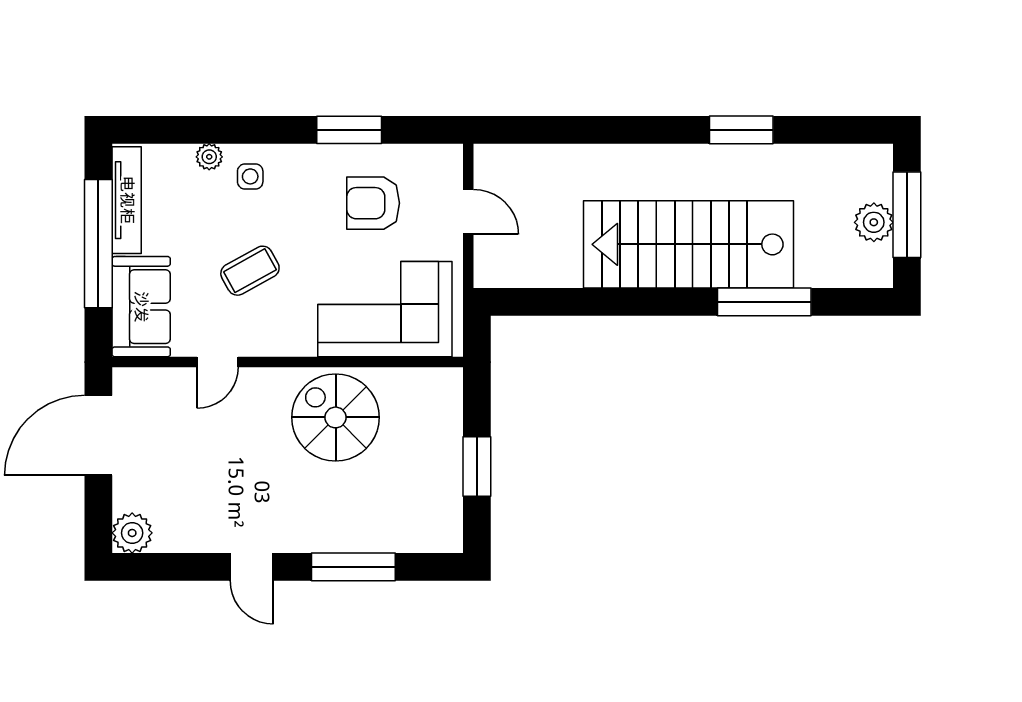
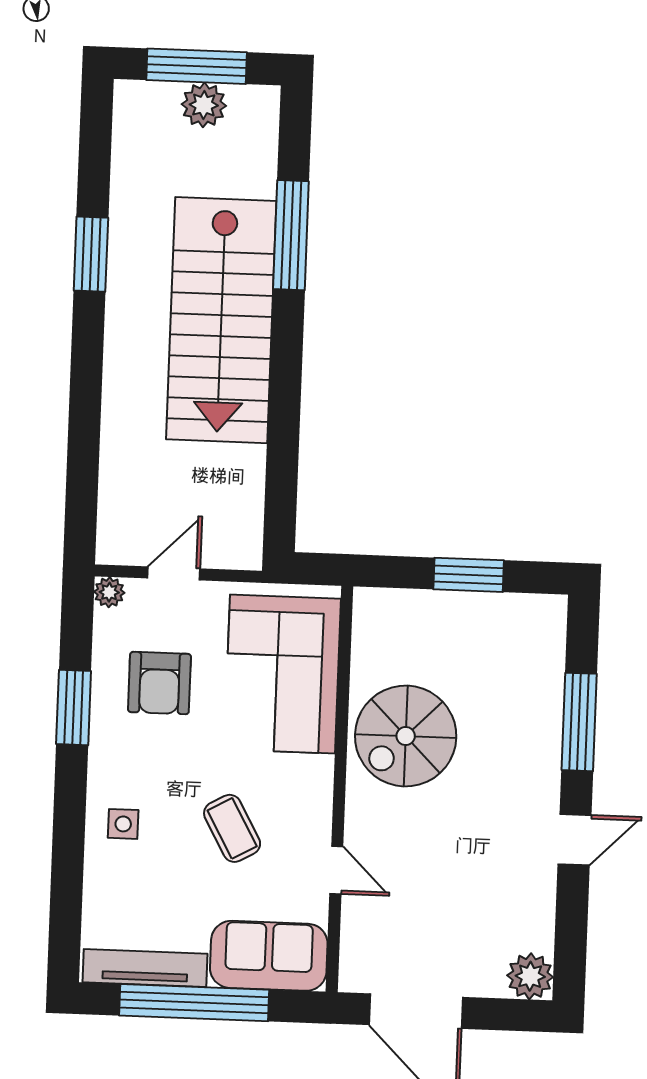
plant: (209, 157) -> (109, 592), moved

